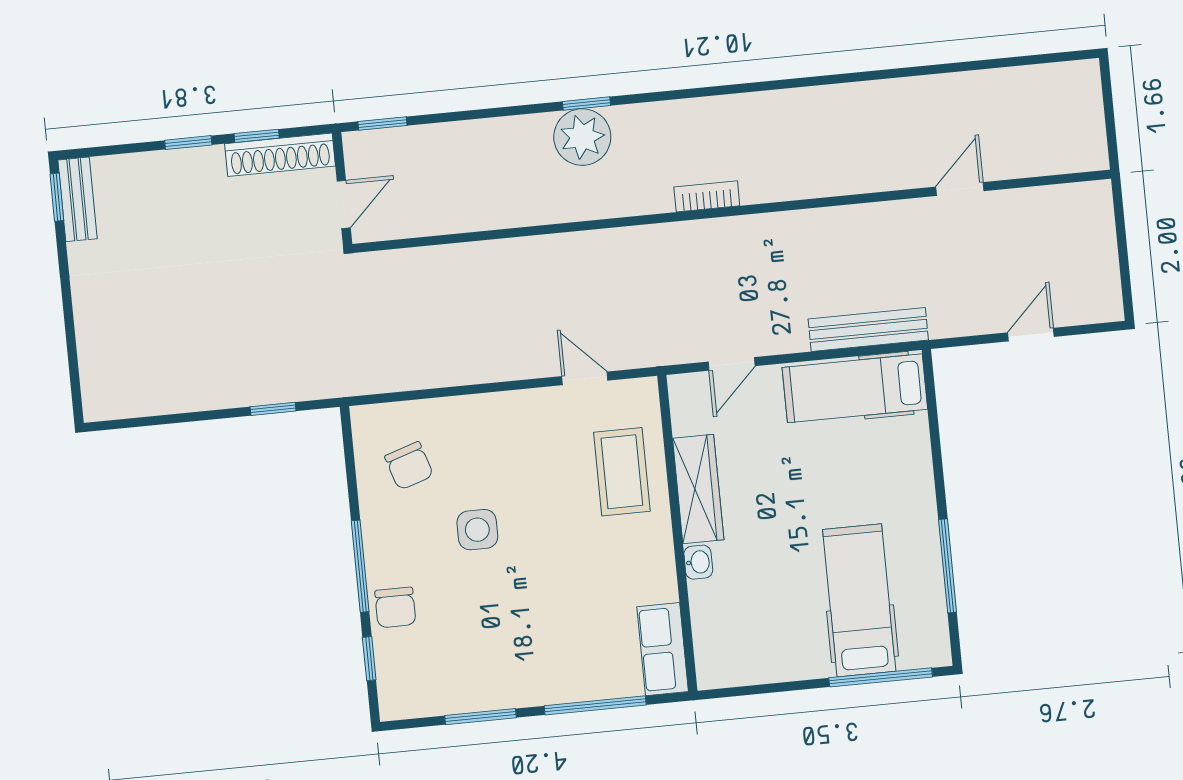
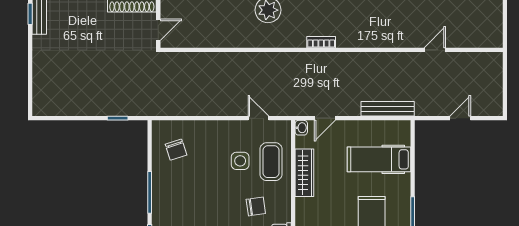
hospital bed: (855, 388) -> (379, 159), moved
side table: (477, 530) -> (240, 161), moved
washbasin: (698, 562) -> (301, 128), moved
chair: (395, 607) -> (256, 206), moved, turned -98

